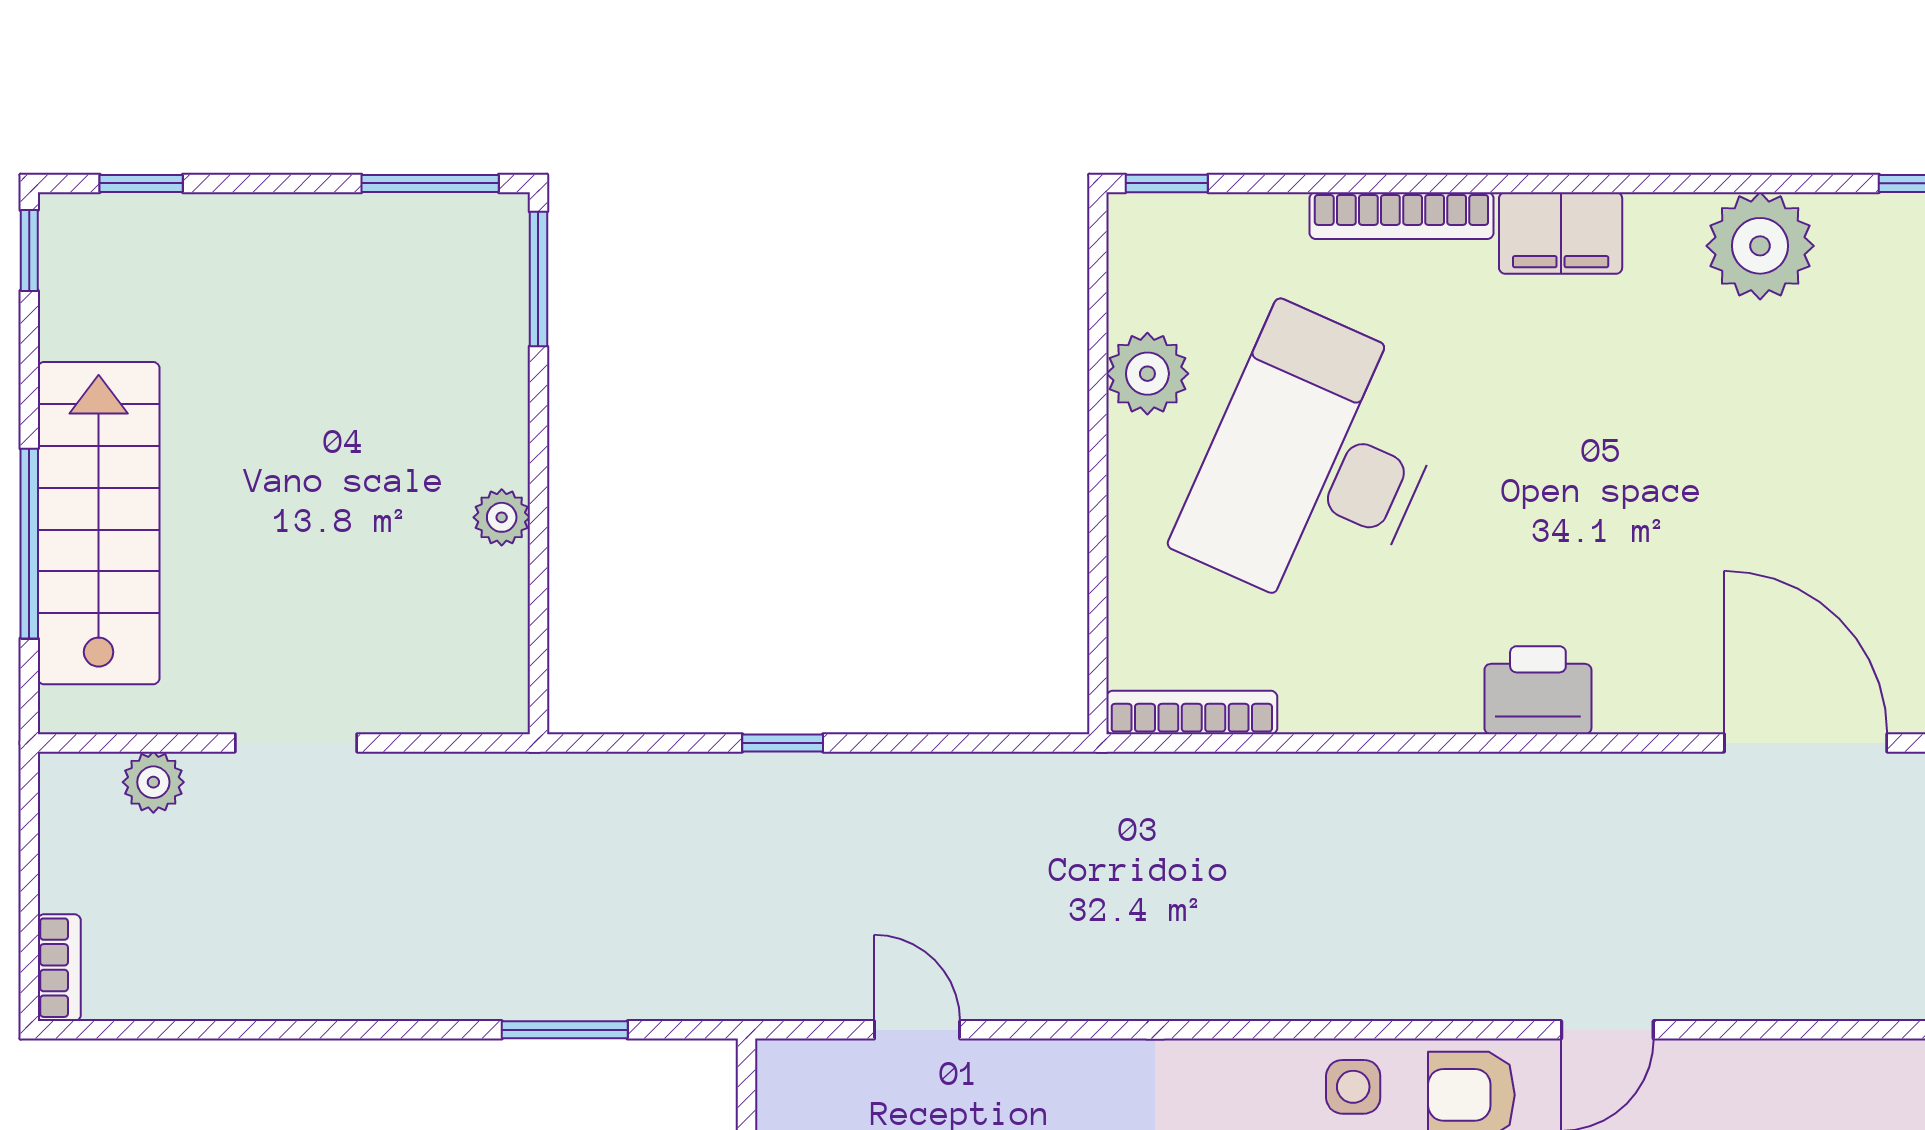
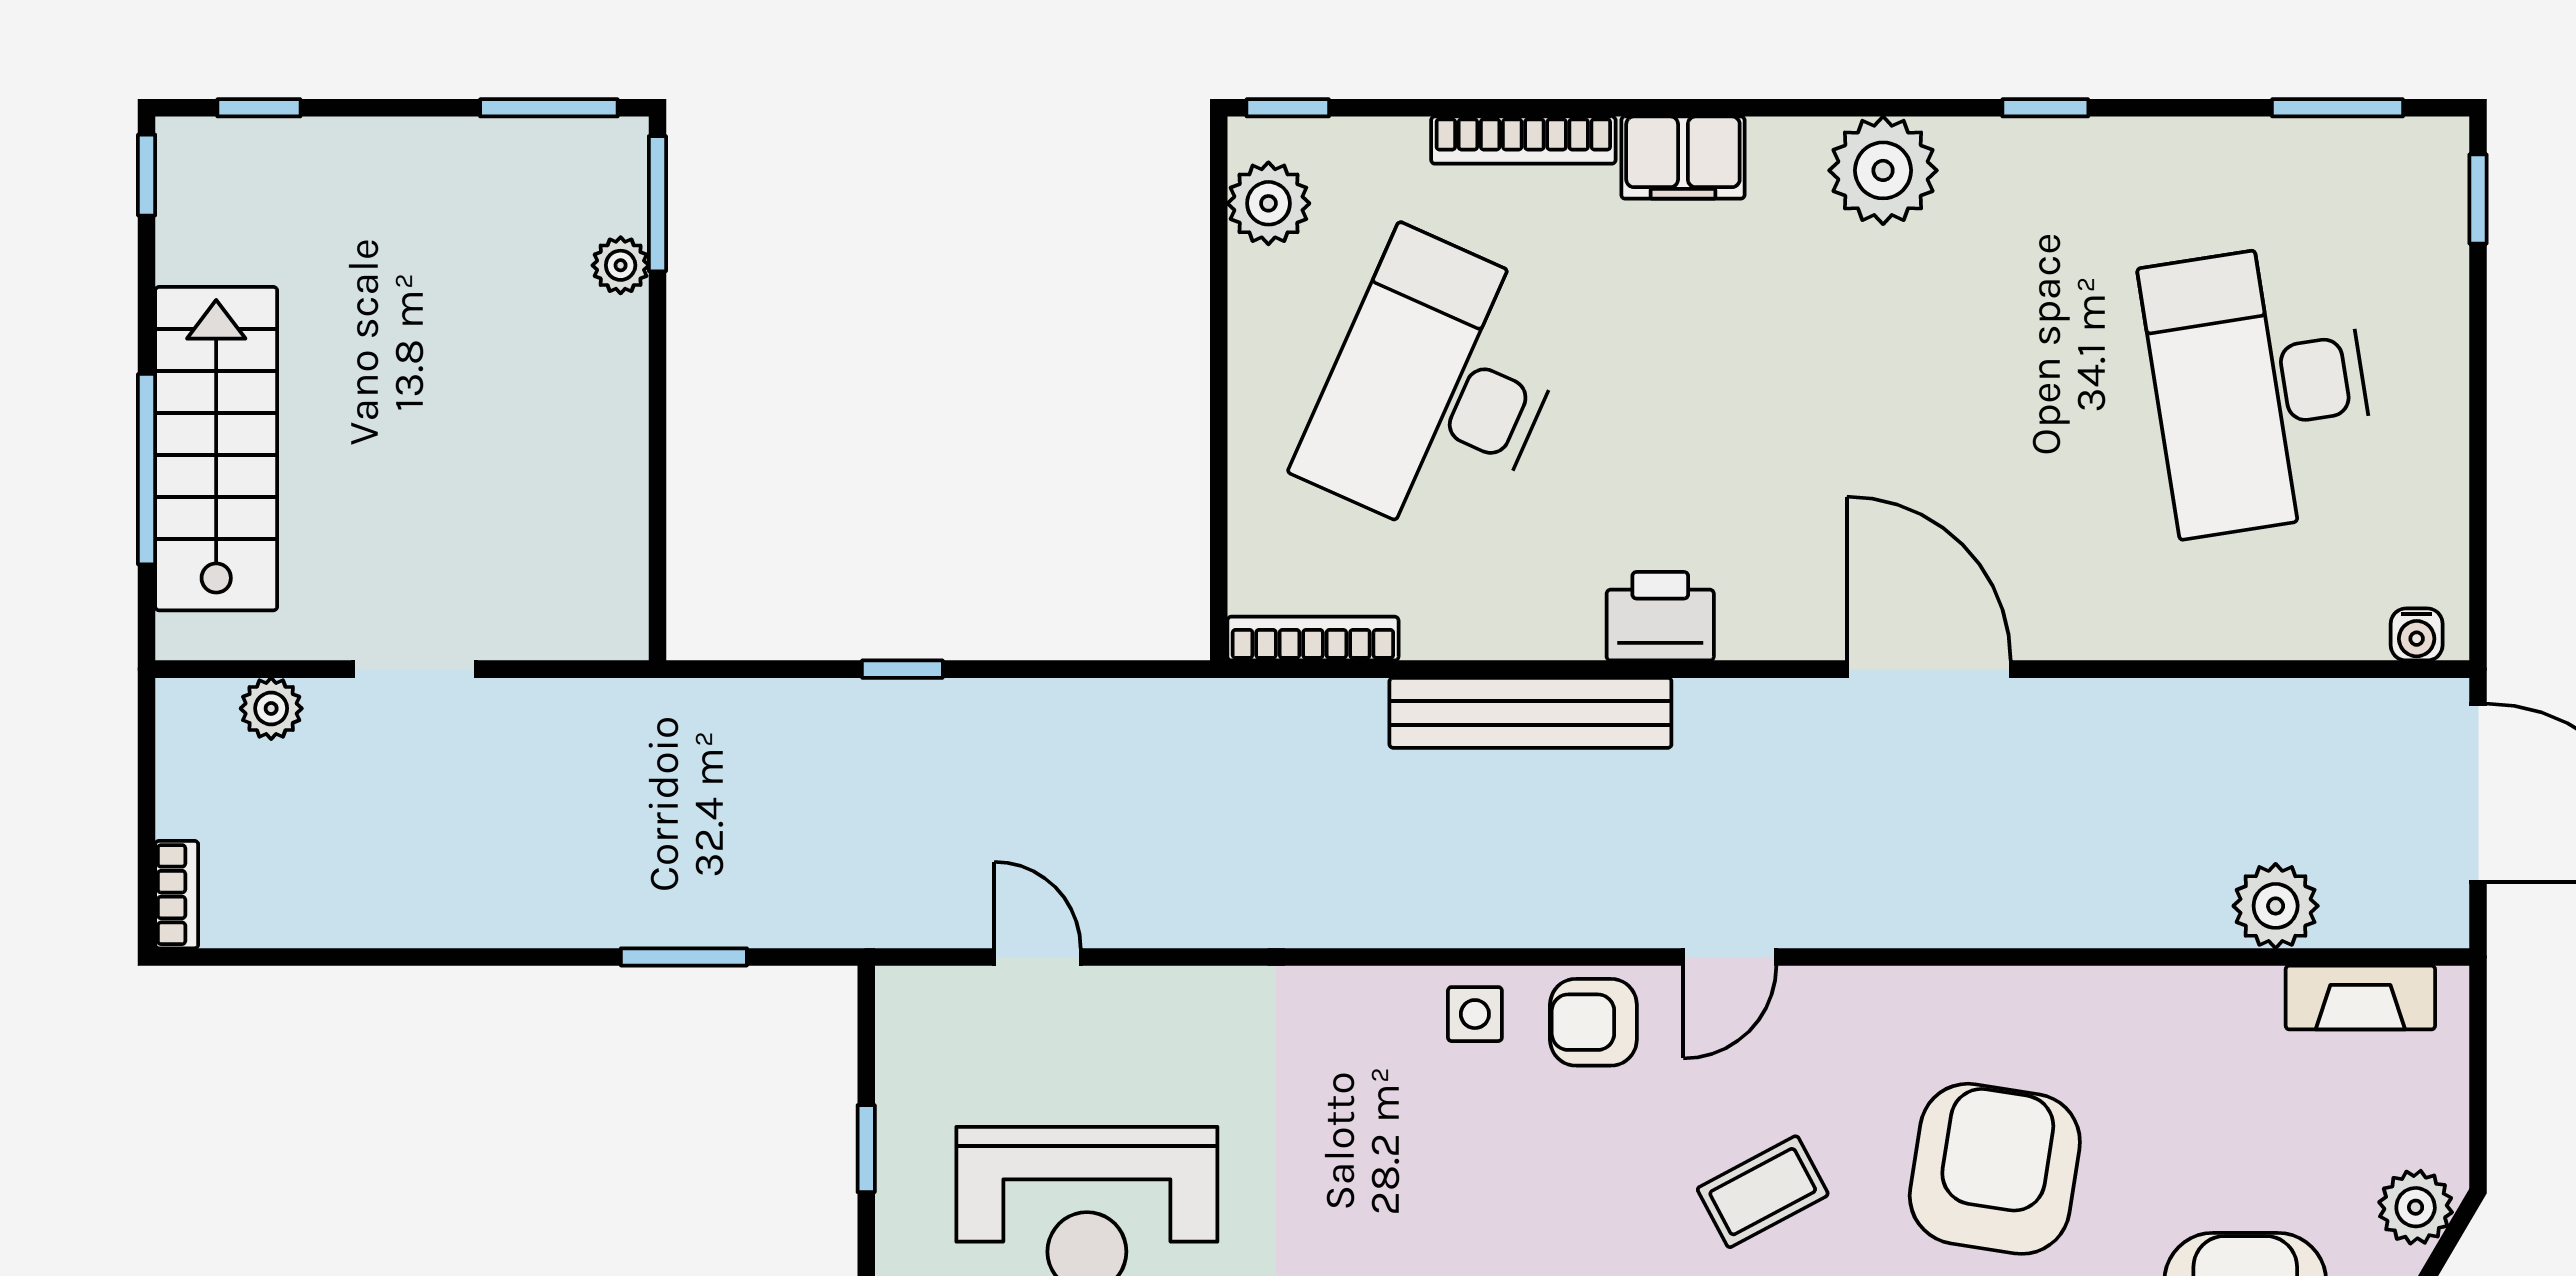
plant: (1147, 374) -> (1268, 203), moved
plant: (502, 517) -> (621, 265), moved
bench: (1409, 787) -> (1530, 713), added

